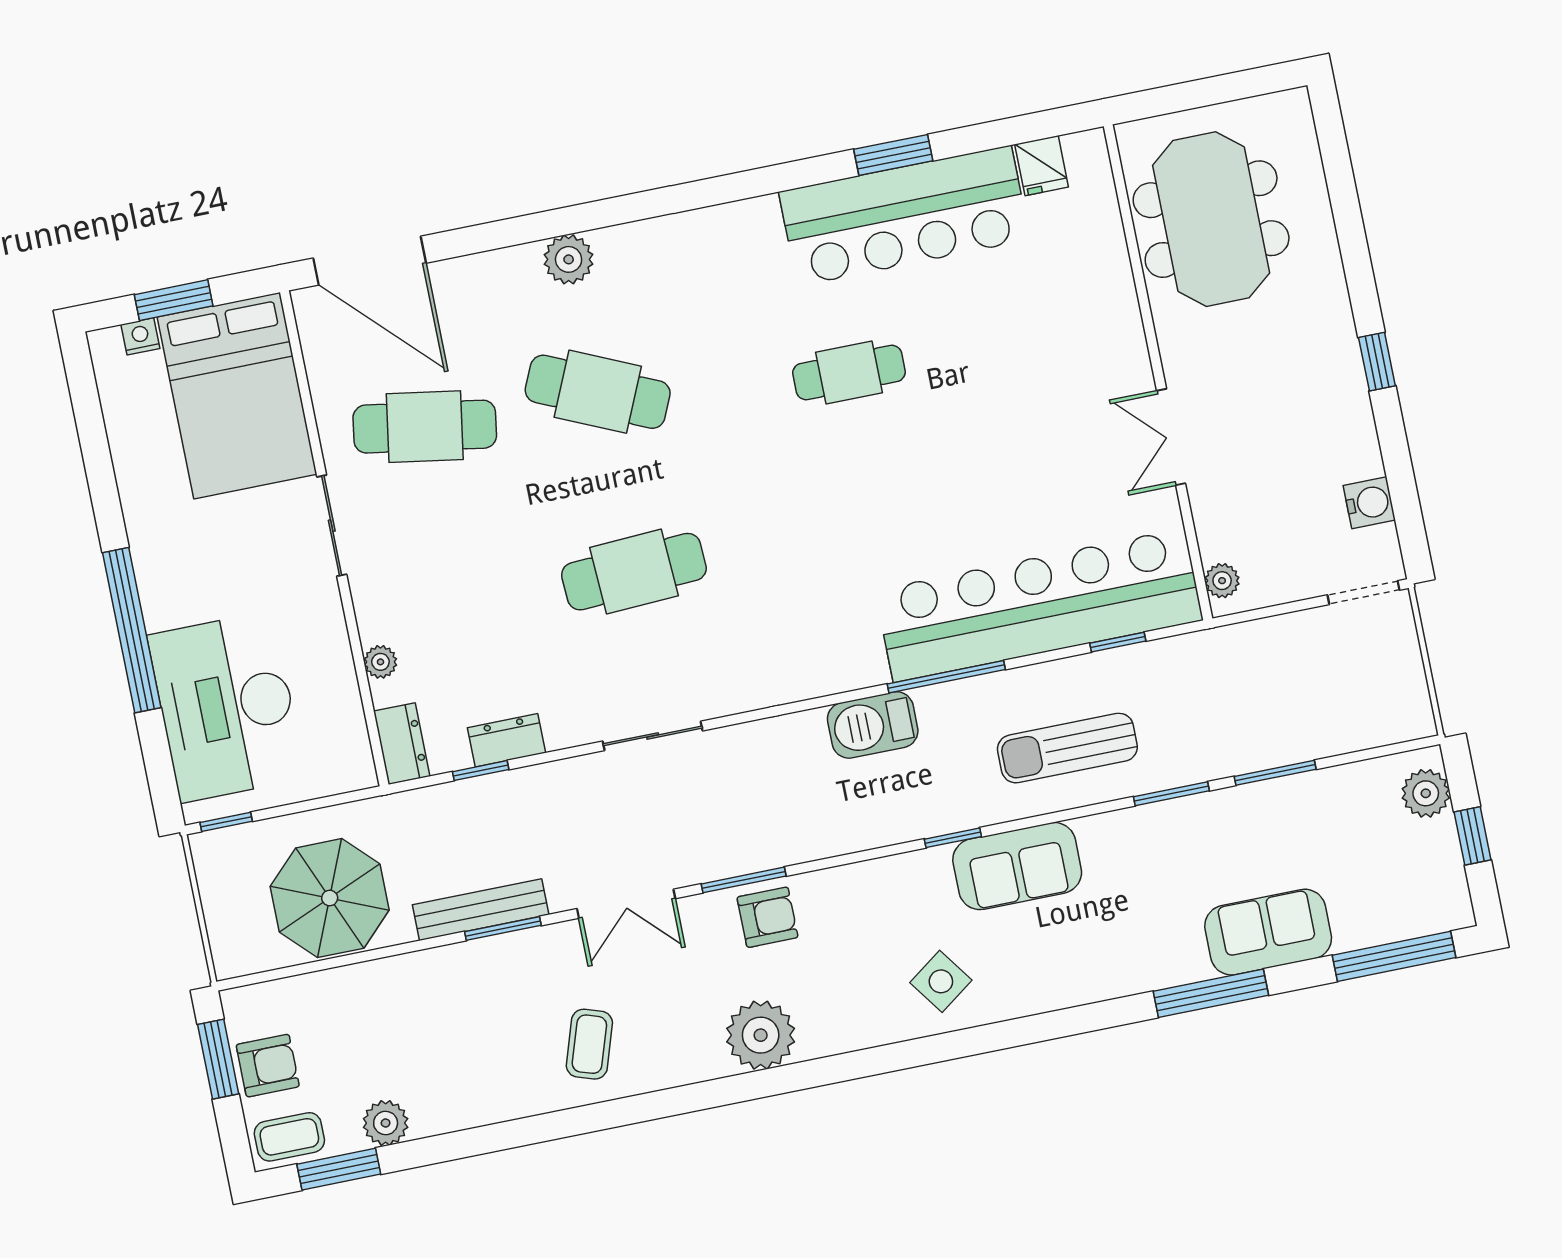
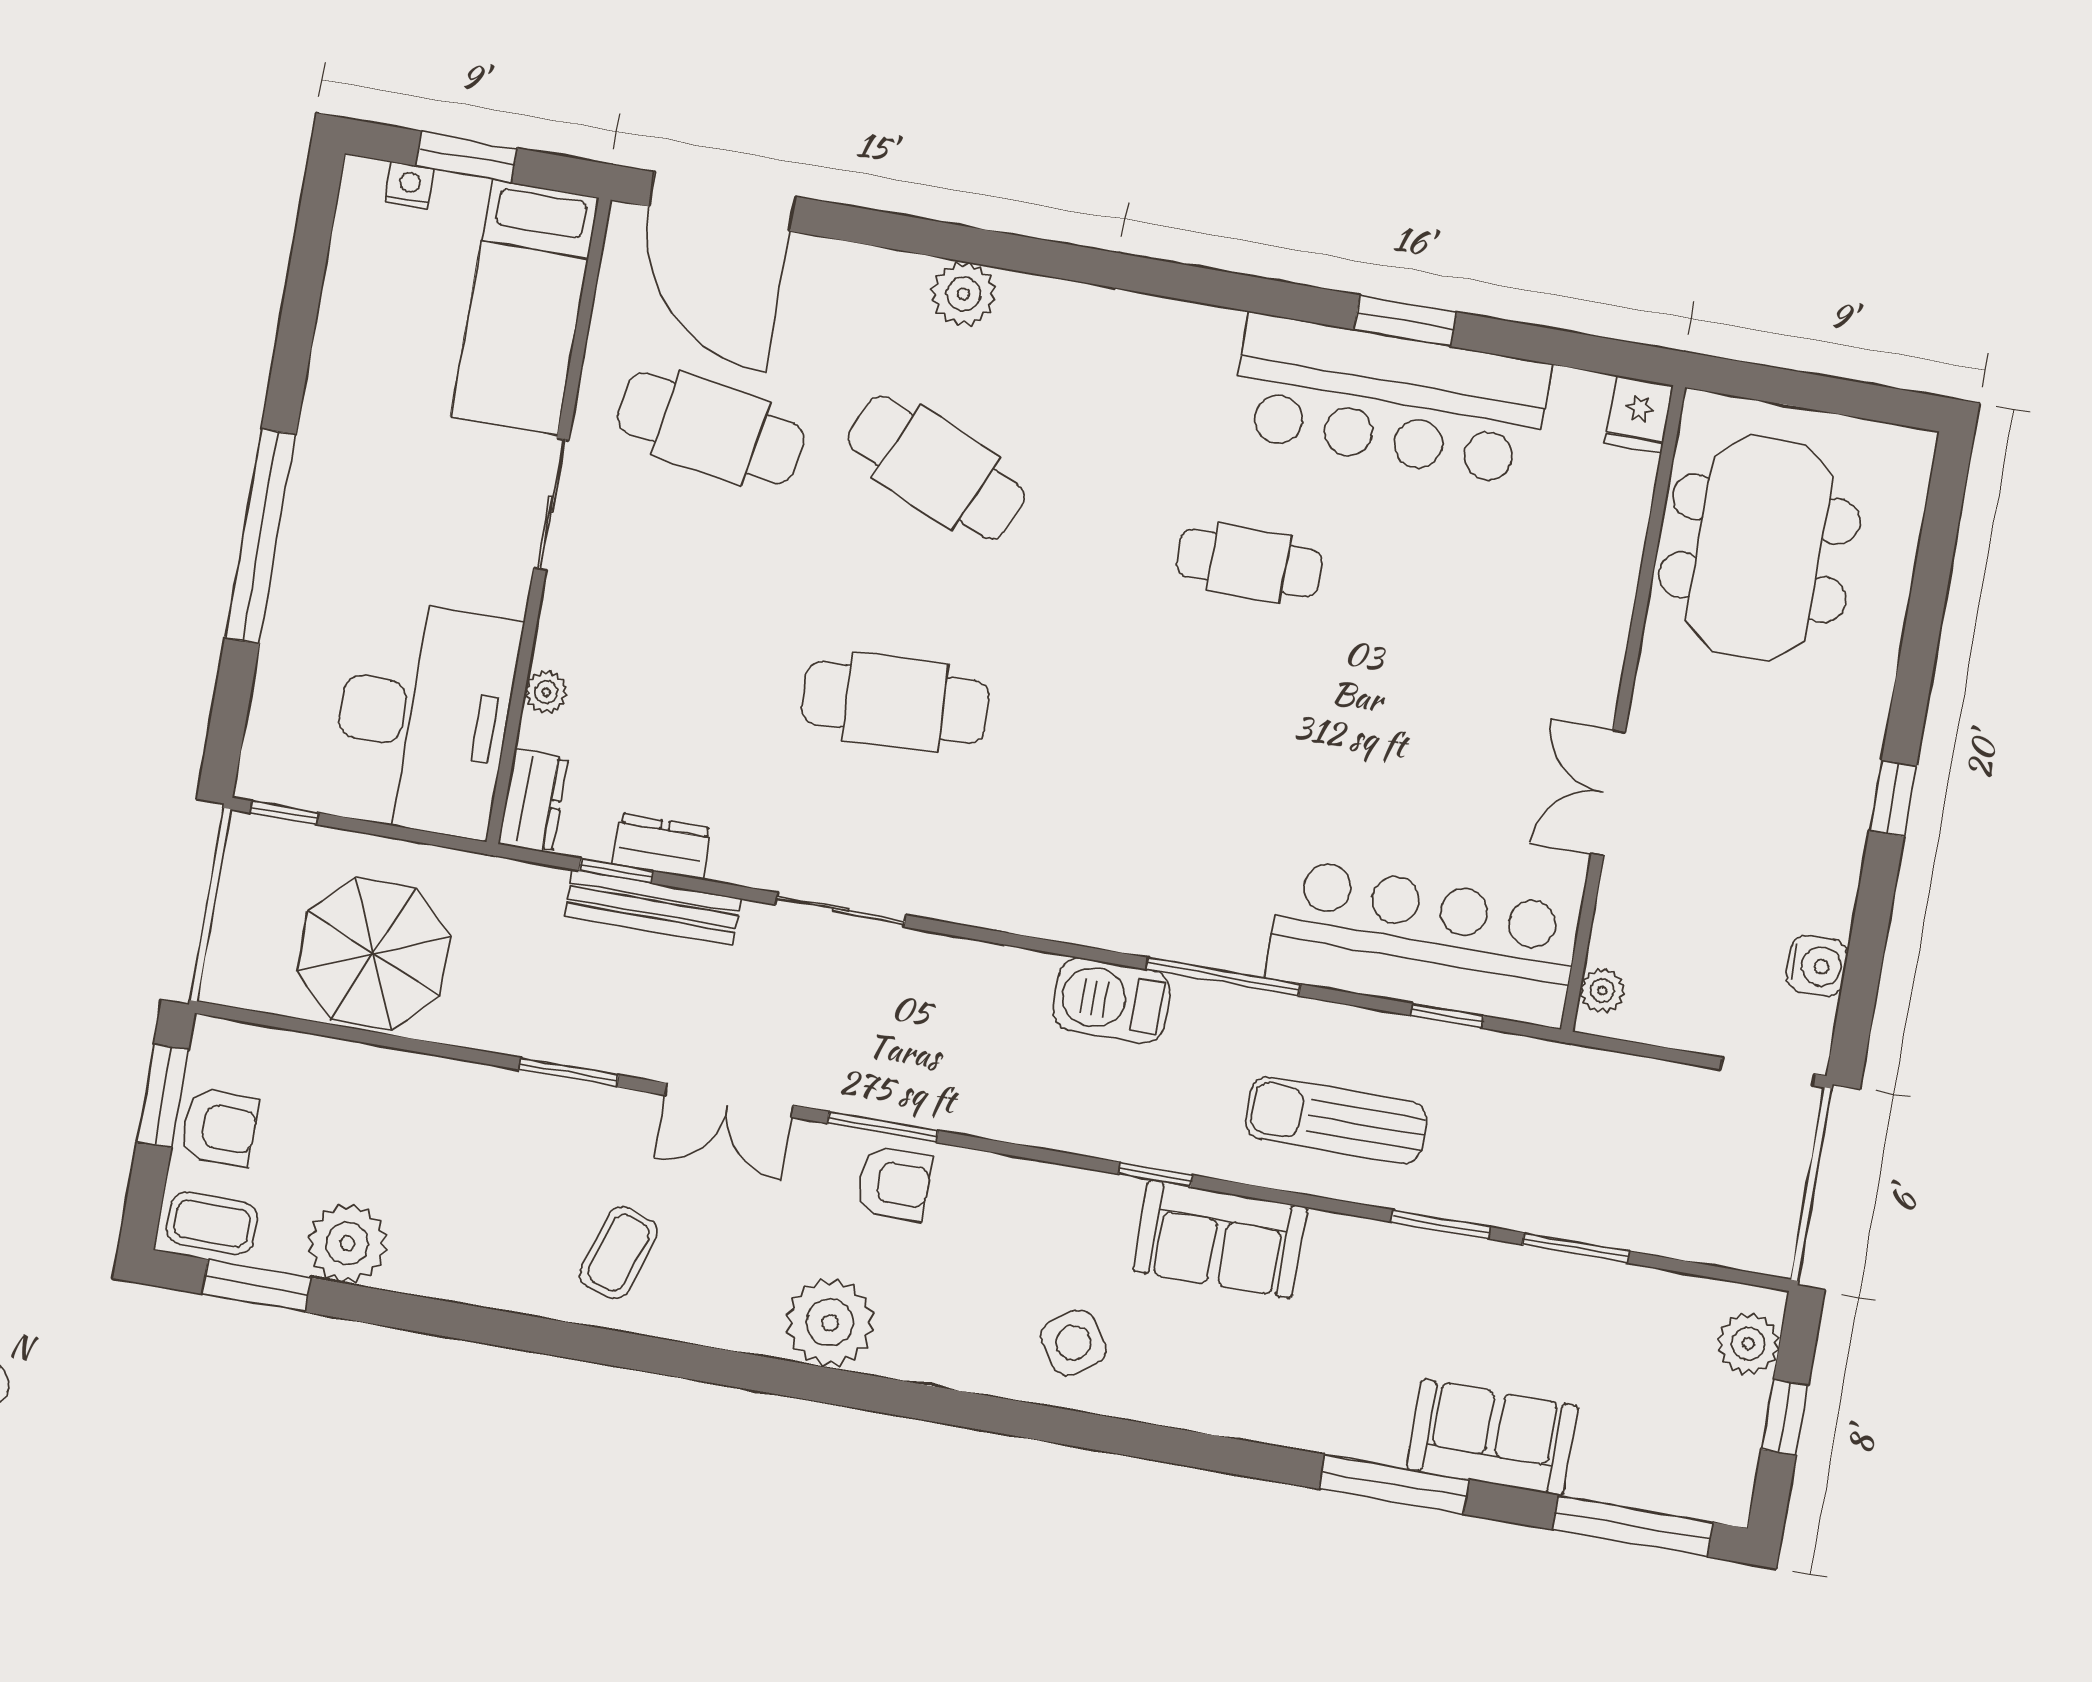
fridge: (1042, 166) -> (1639, 414), moved
bed: (237, 396) -> (525, 307), width x0.67
bar counter: (1039, 605) -> (1423, 943), width x0.73
desk: (226, 707) -> (423, 718), moved, turned 180
bench: (481, 910) -> (653, 907), moved
plant: (386, 1123) -> (347, 1243), width x1.36, depth x1.36

